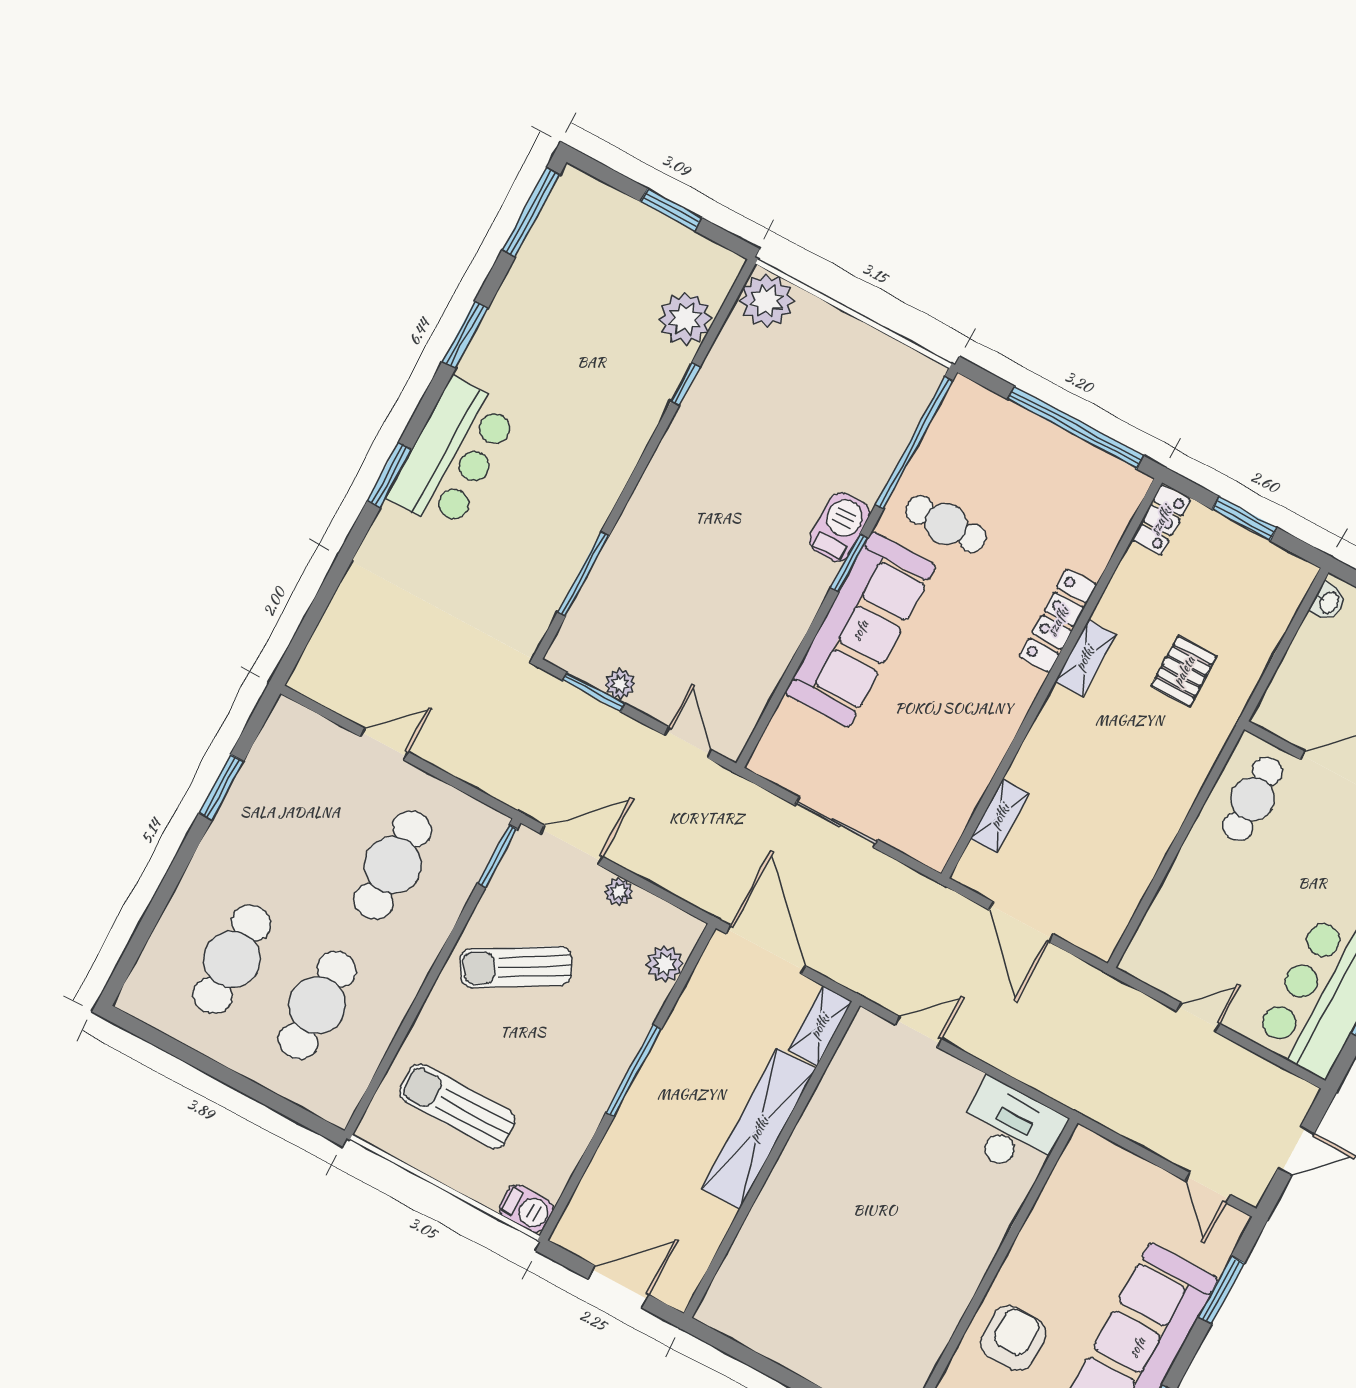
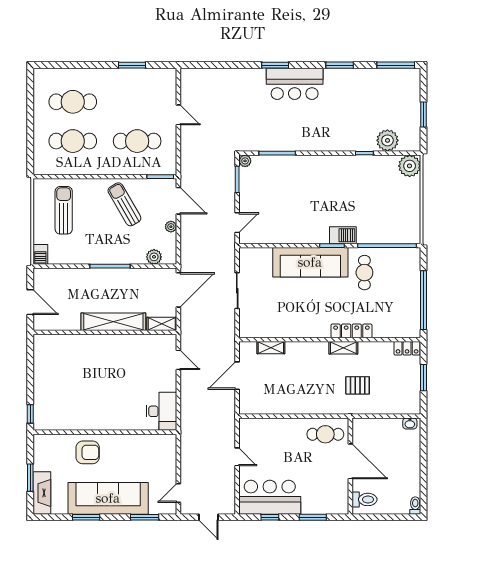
plant: (620, 684) -> (245, 161), moved

